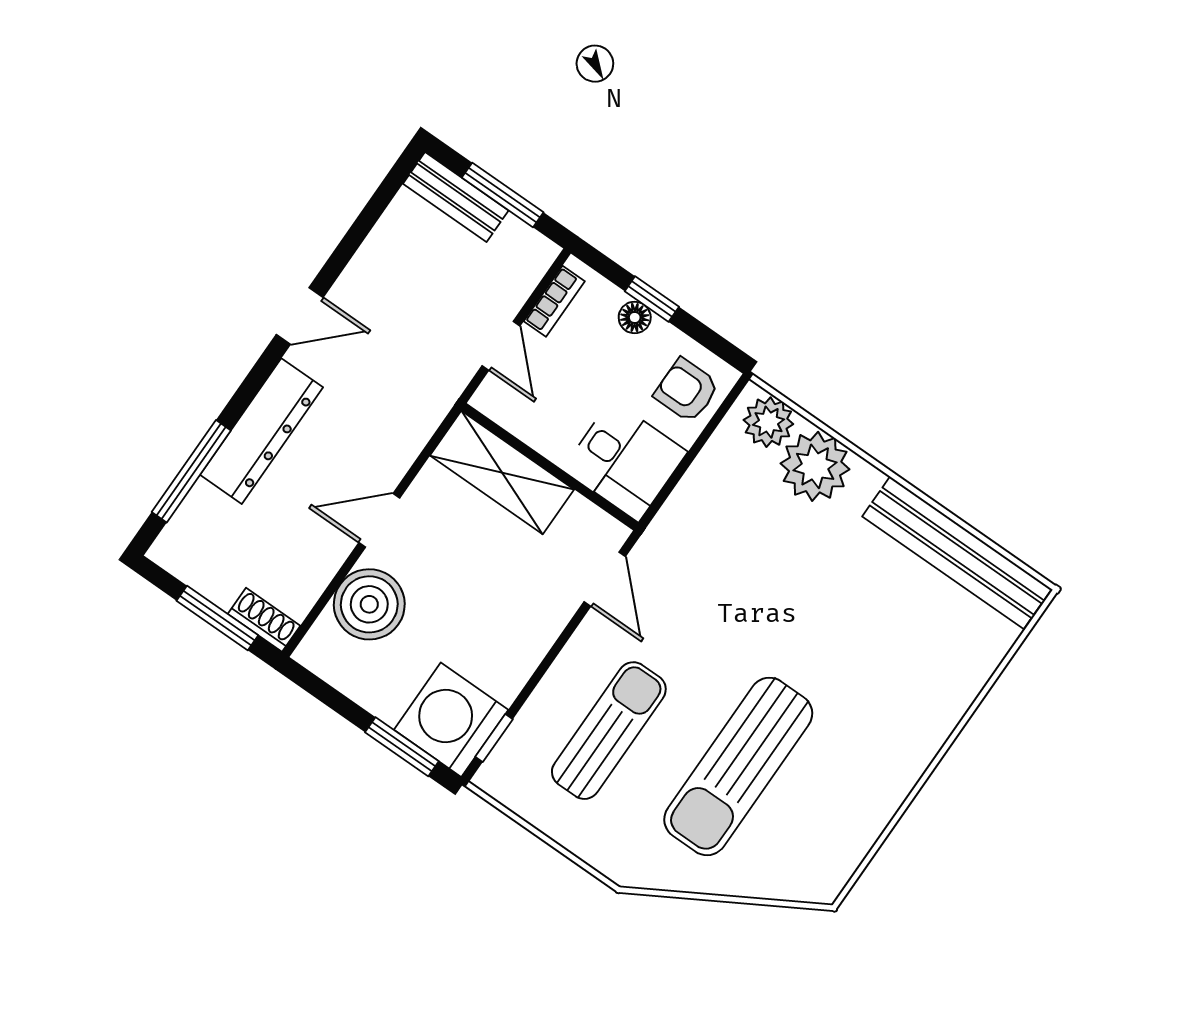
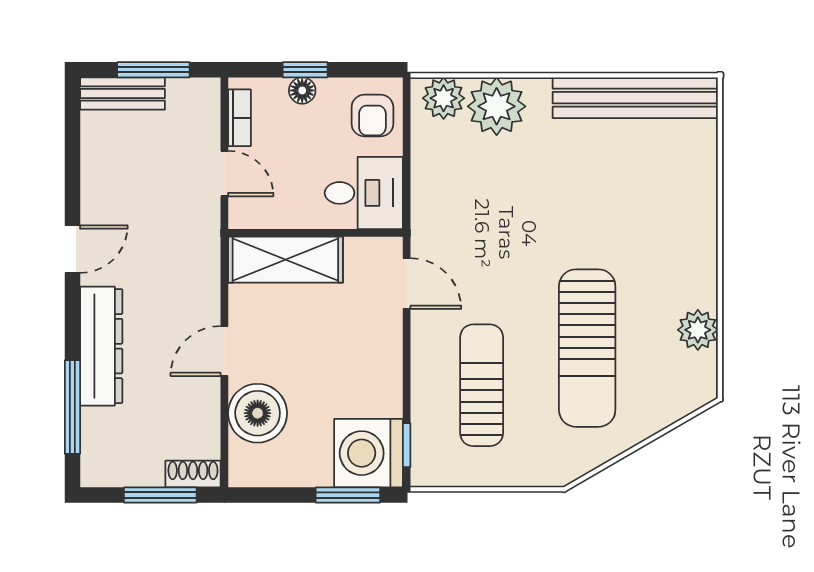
armchair: (687, 390) -> (372, 116), turned -90
plant: (860, 825) -> (698, 330), added

